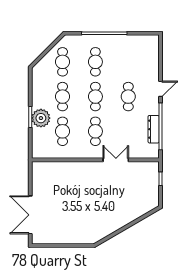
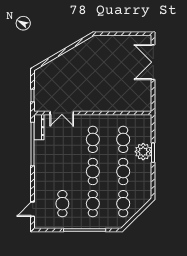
door: (161, 89) -> (33, 209), moved
cafe table: (128, 97) -> (62, 204), moved
dresser: (154, 129) -> (39, 127), moved
double door: (116, 160) -> (62, 113), moved
double door: (30, 215) -> (153, 62), swing flipped

